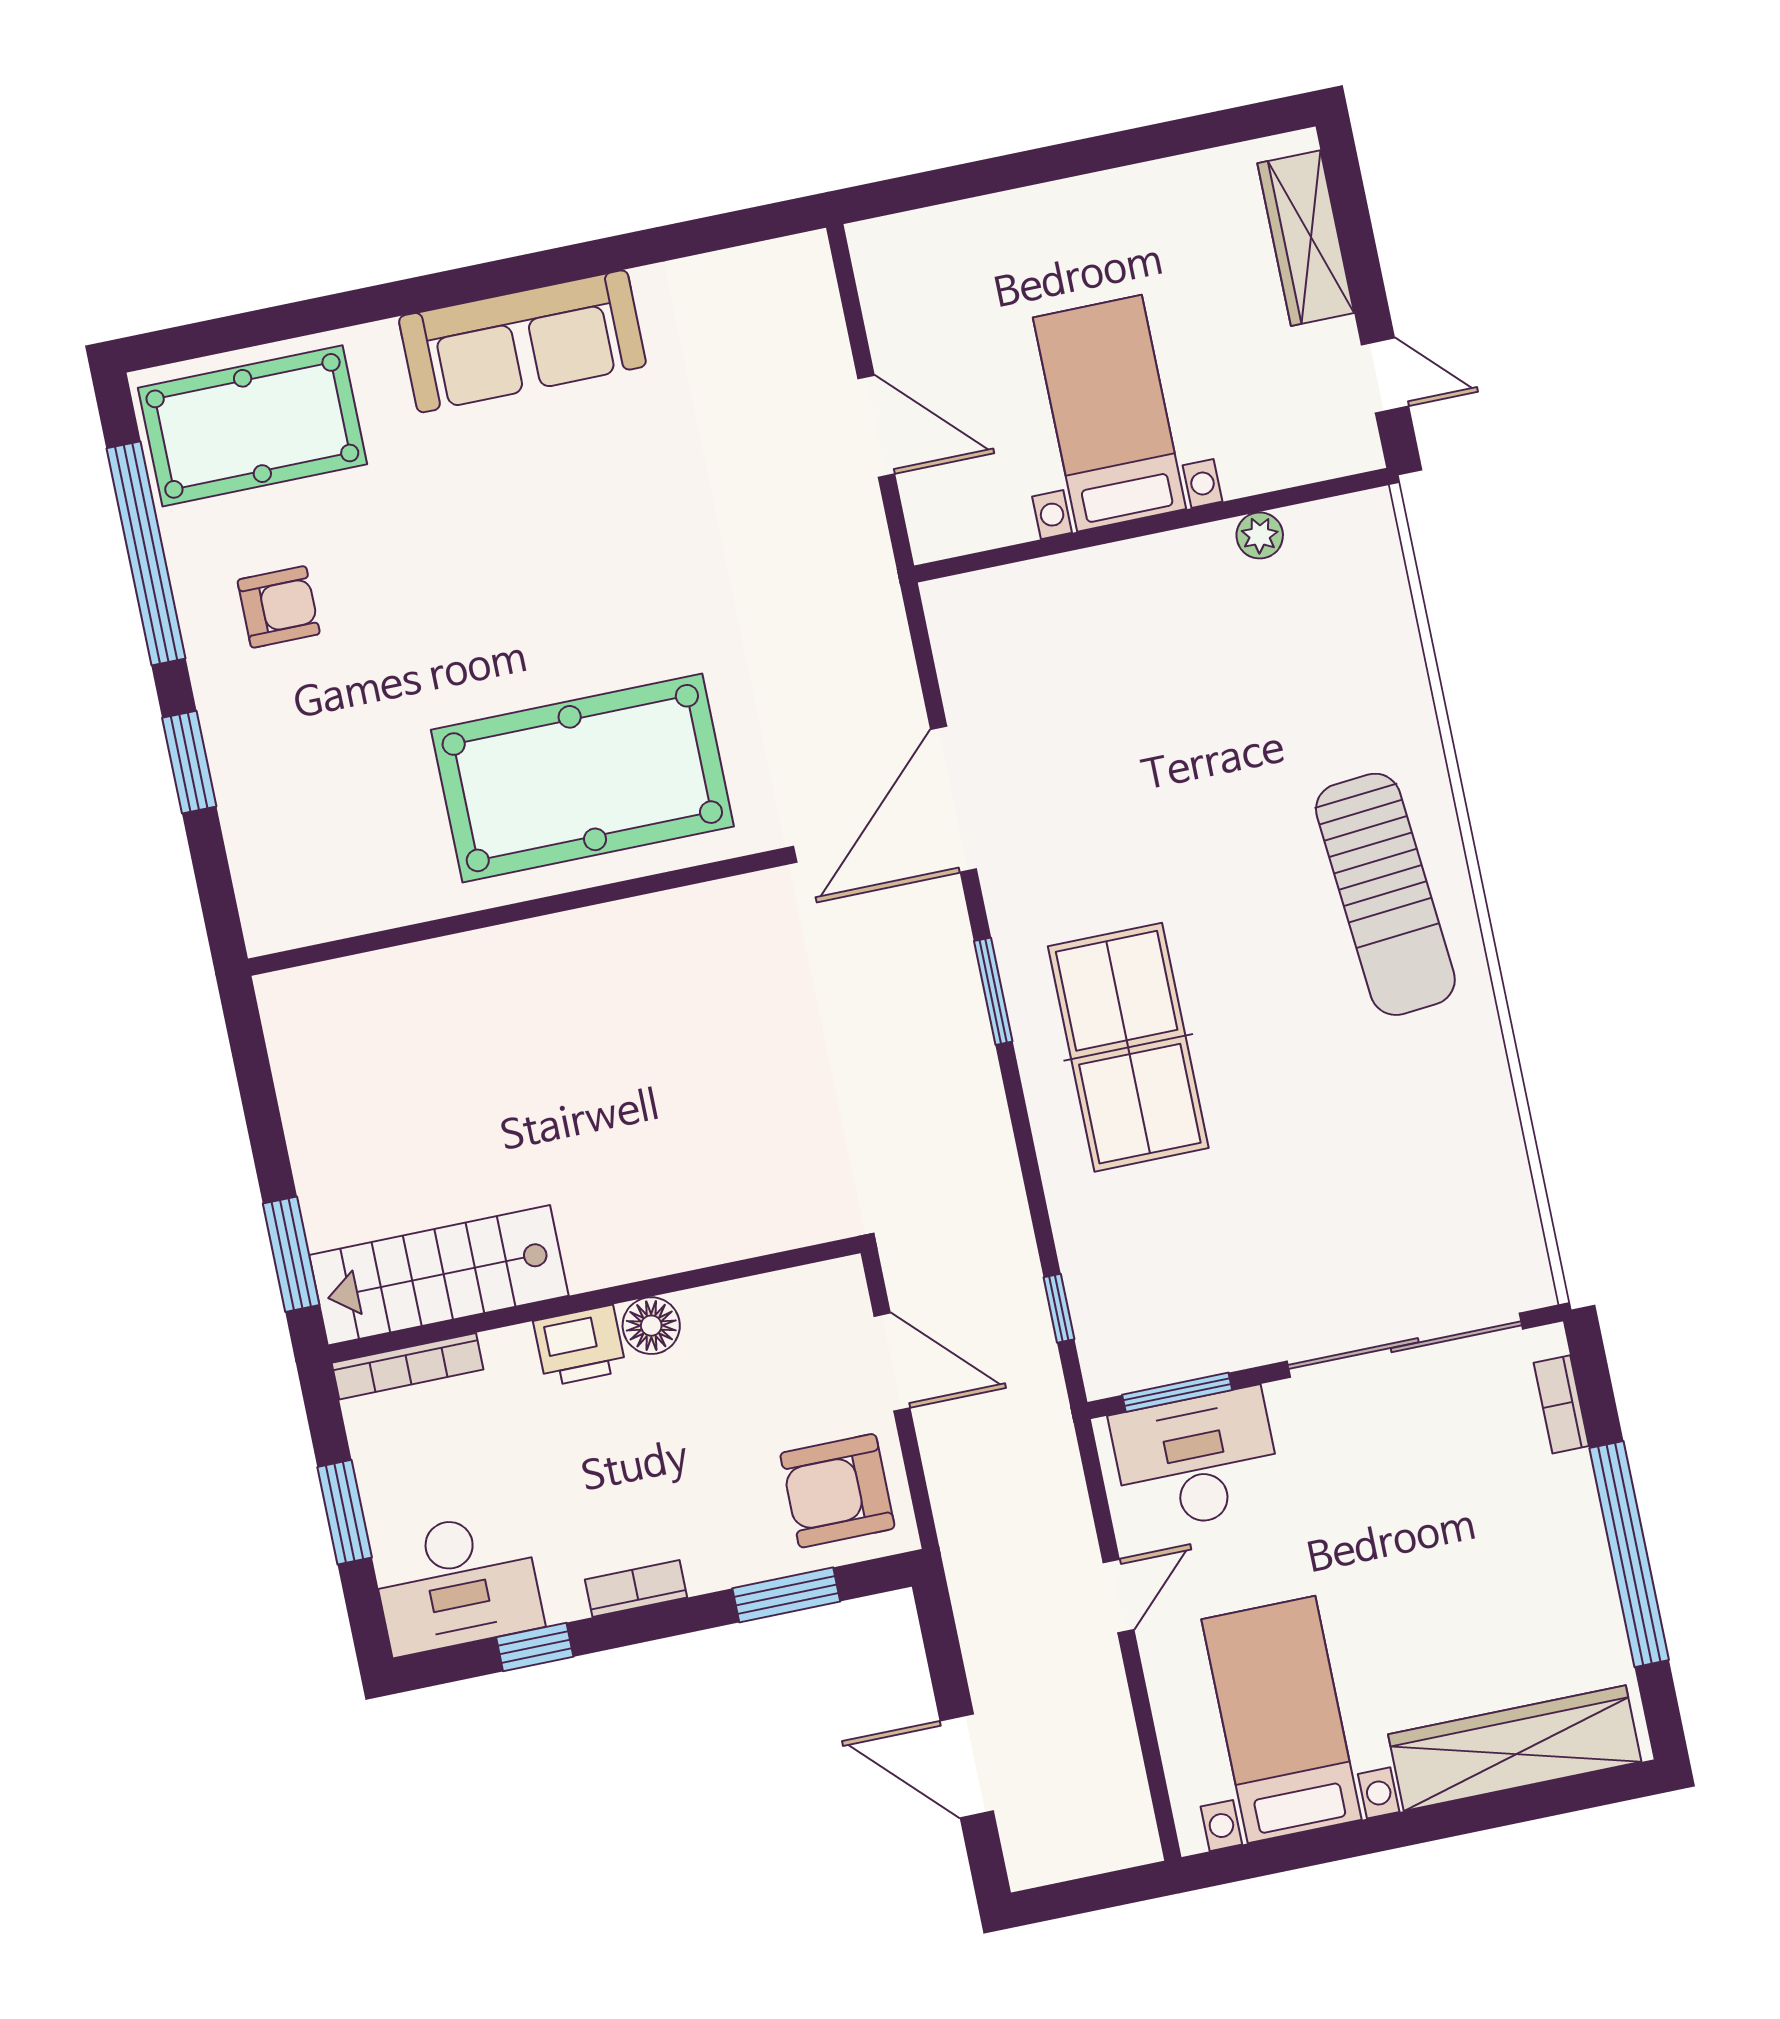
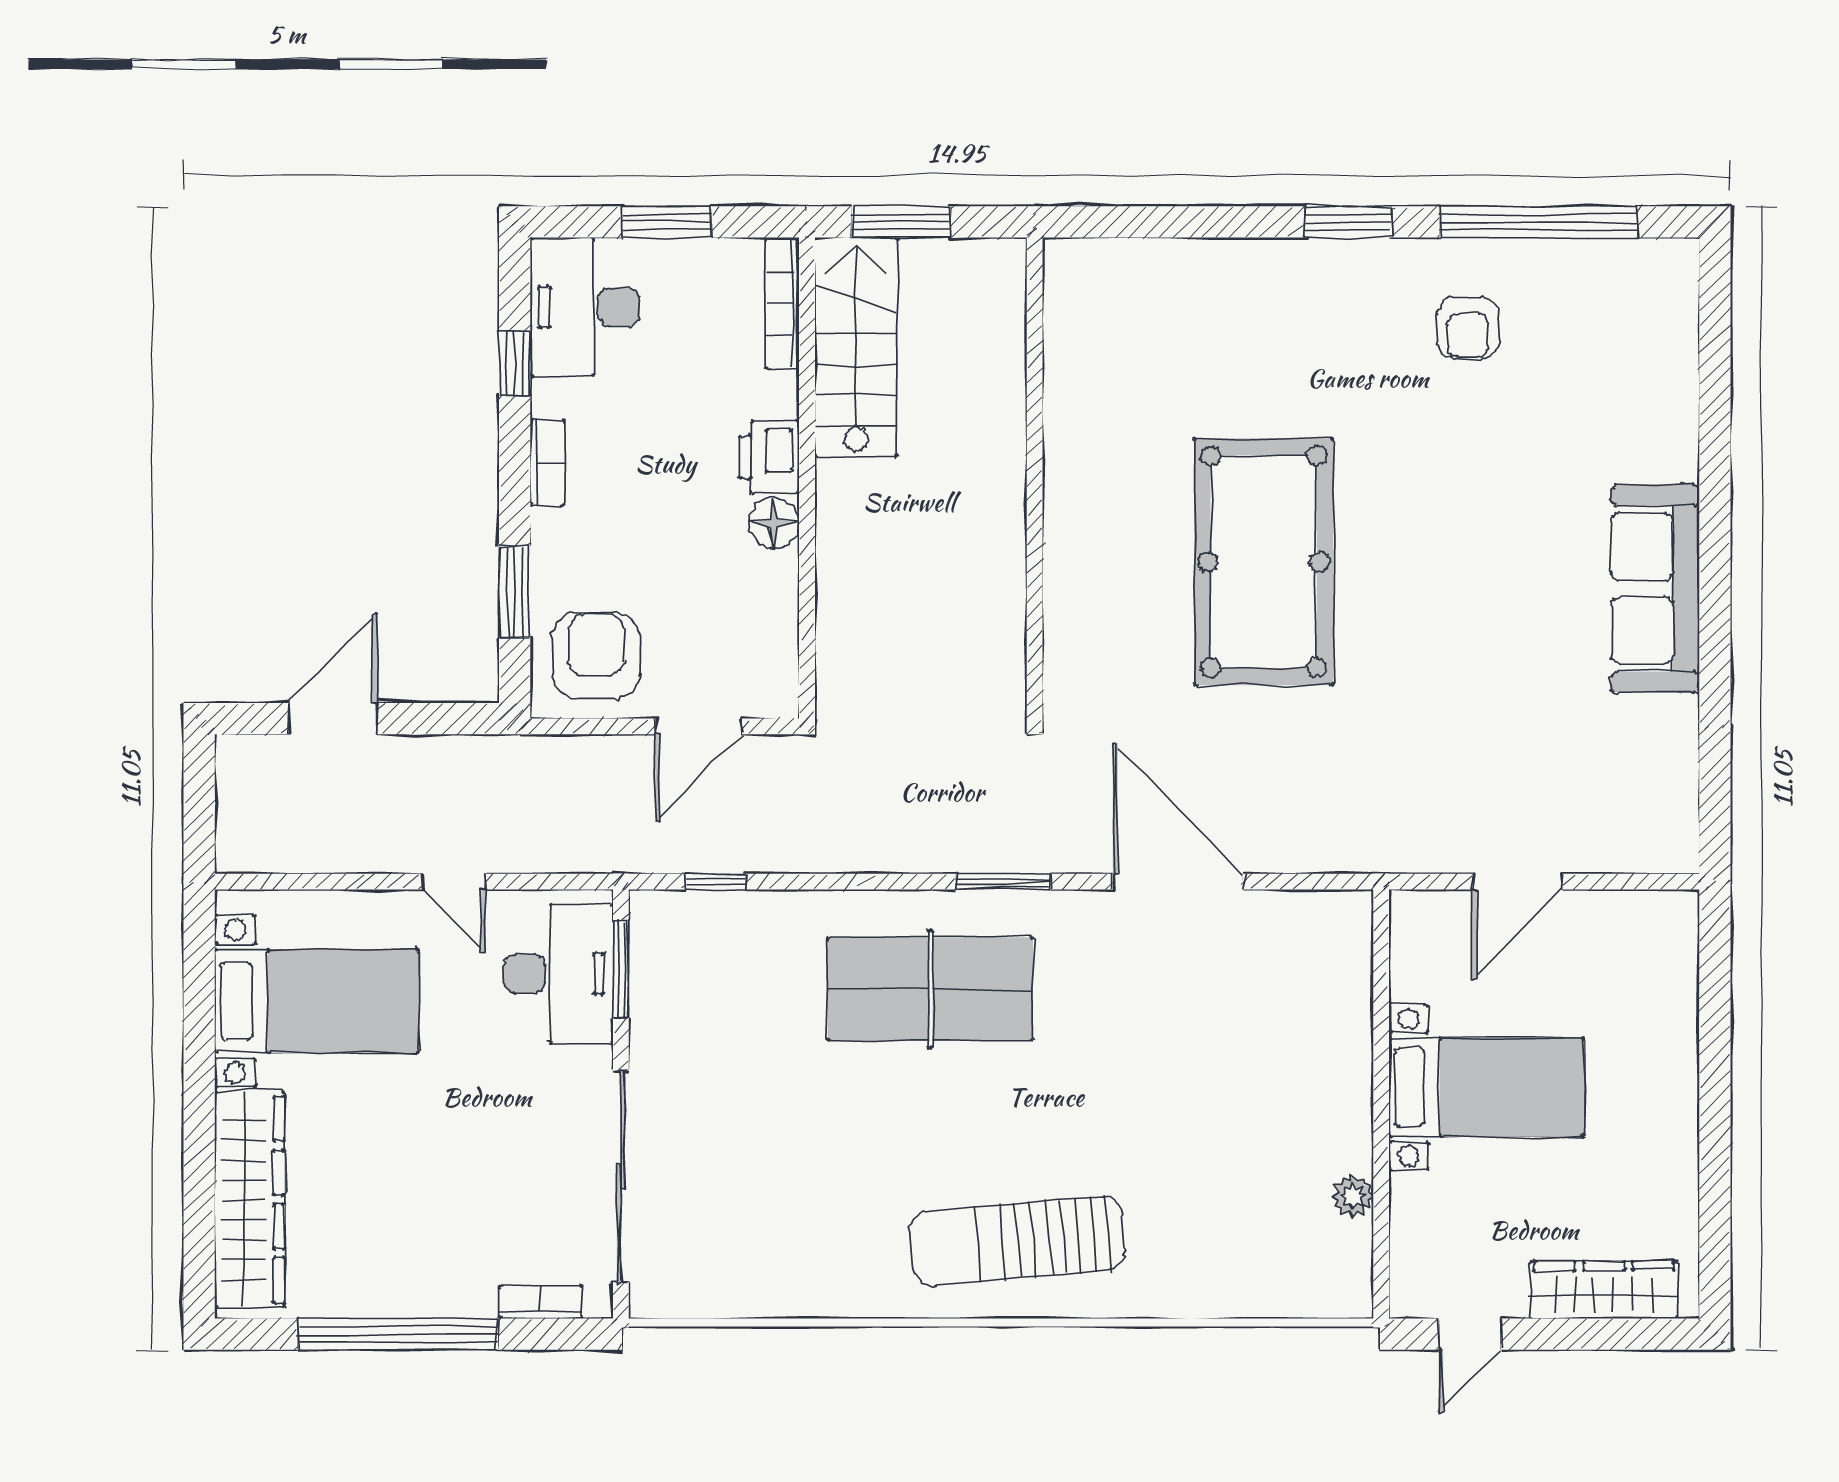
pool table: (252, 426) -> (1630, 338), removed
wall: (514, 912) -> (1035, 478), moved

